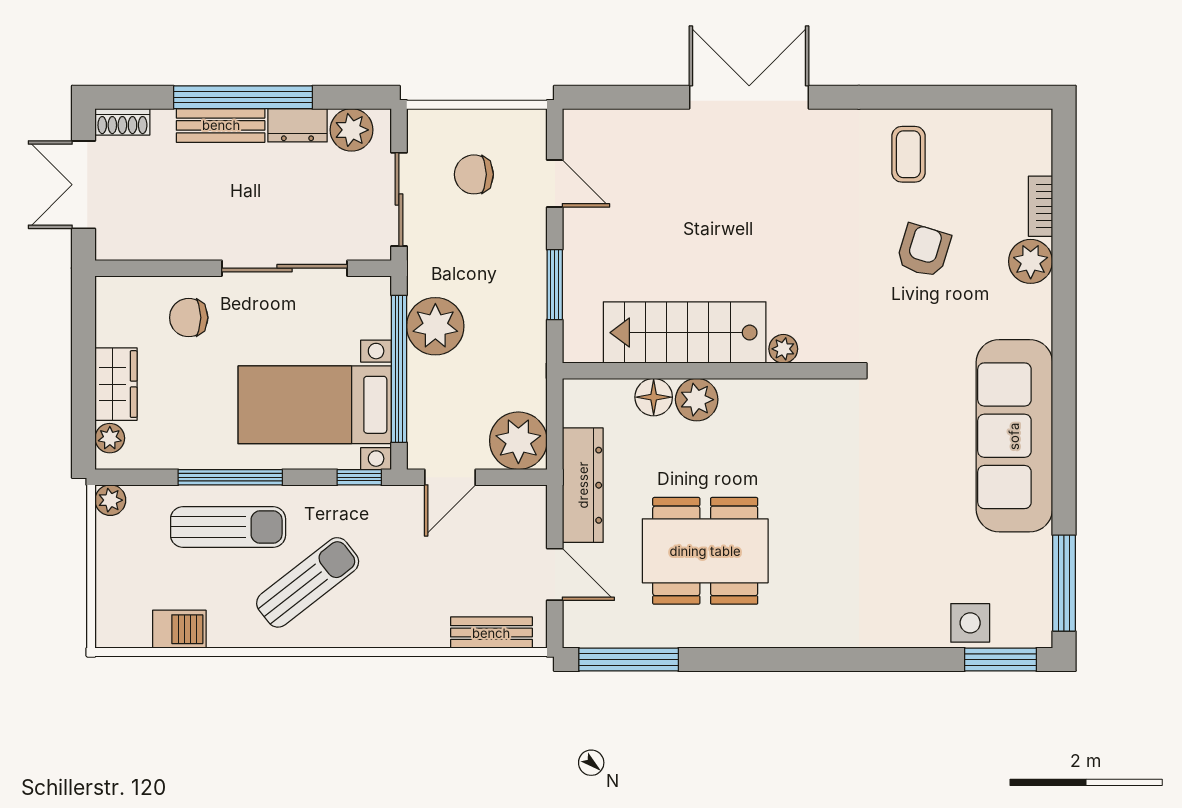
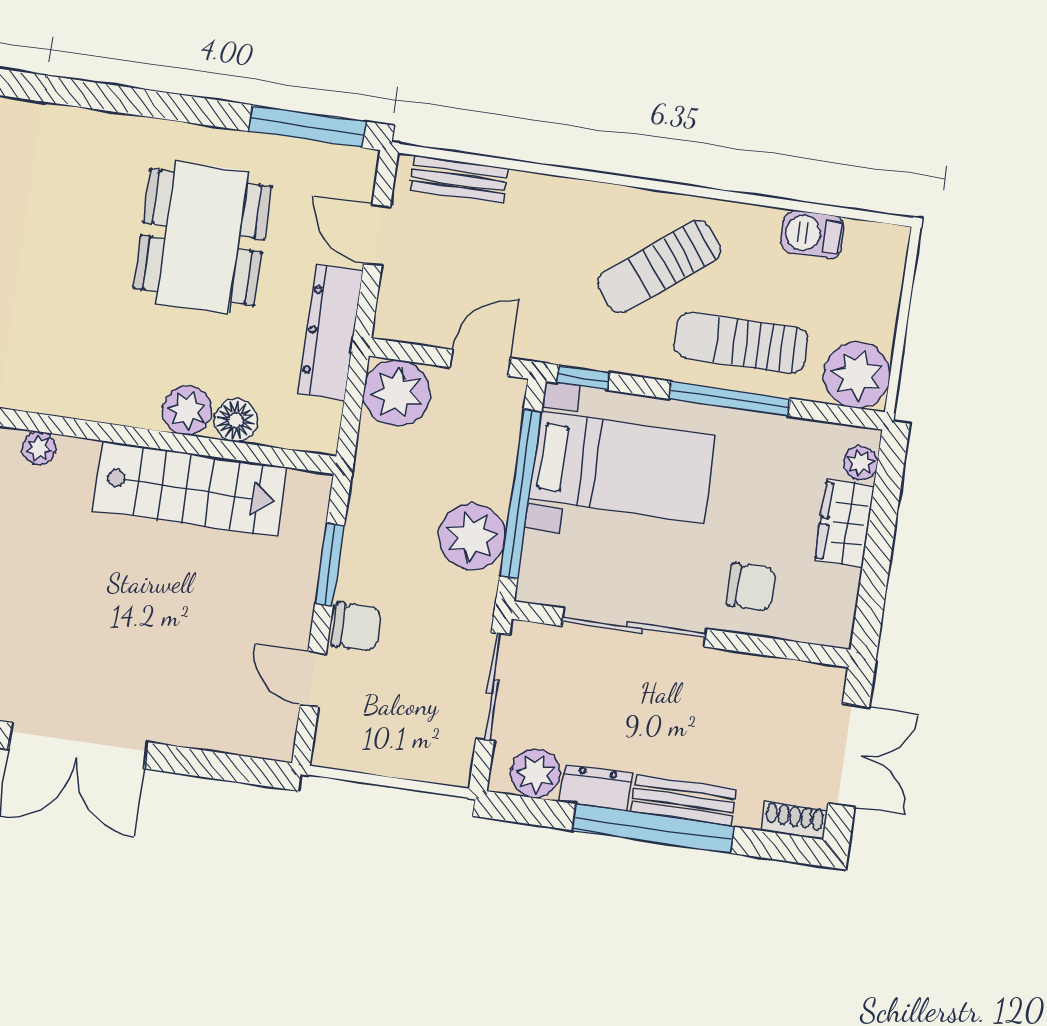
chair: (474, 174) -> (356, 627), moved
plant: (783, 349) -> (39, 448), moved
plant: (110, 500) -> (857, 375), width x1.88, depth x1.88
dining table: (705, 551) -> (202, 237), turned 90

